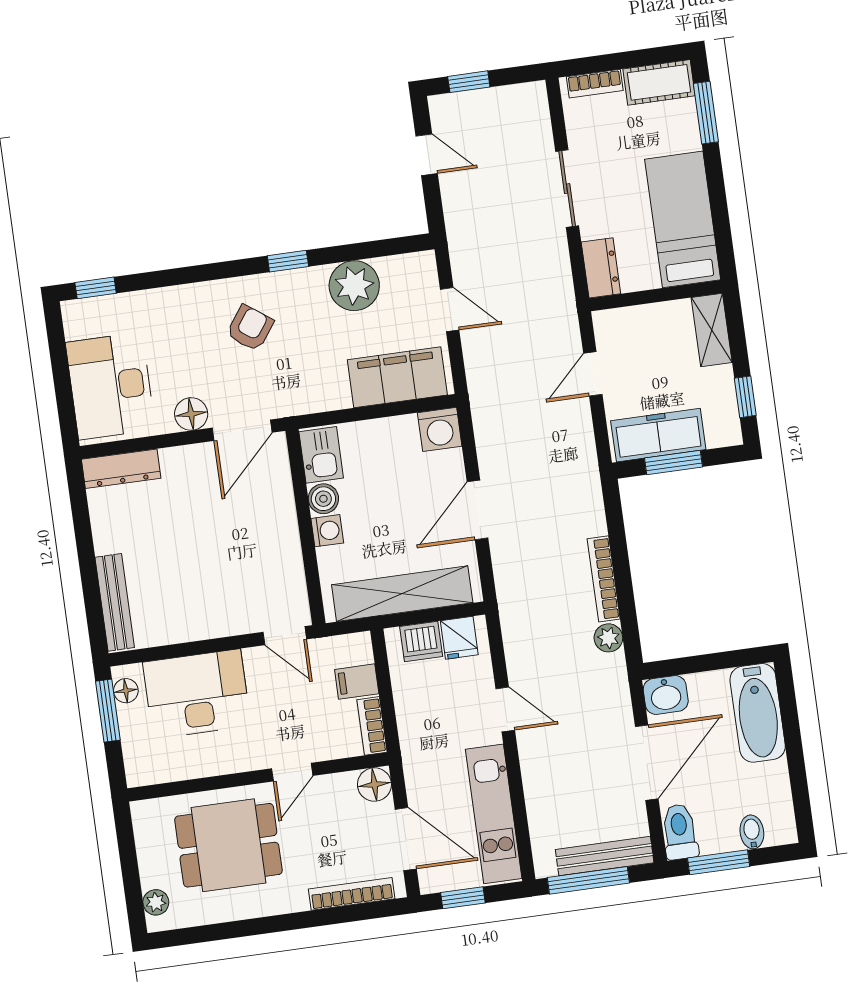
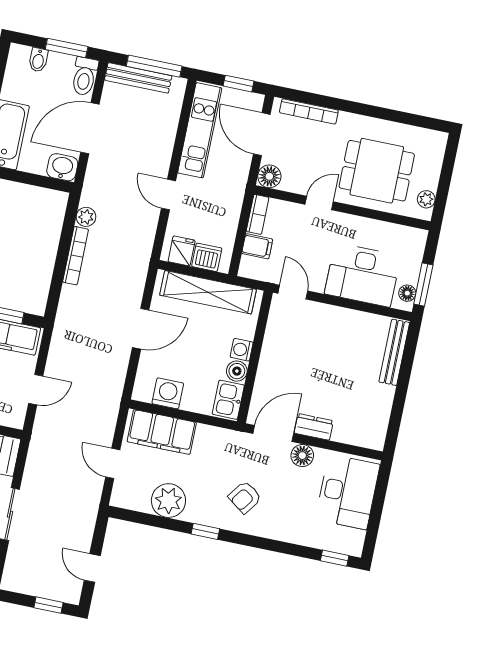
washing machine: (440, 429) -> (168, 393), moved
dresser: (121, 469) -> (314, 427), moved, width x0.70
plant: (156, 902) -> (426, 199), moved

